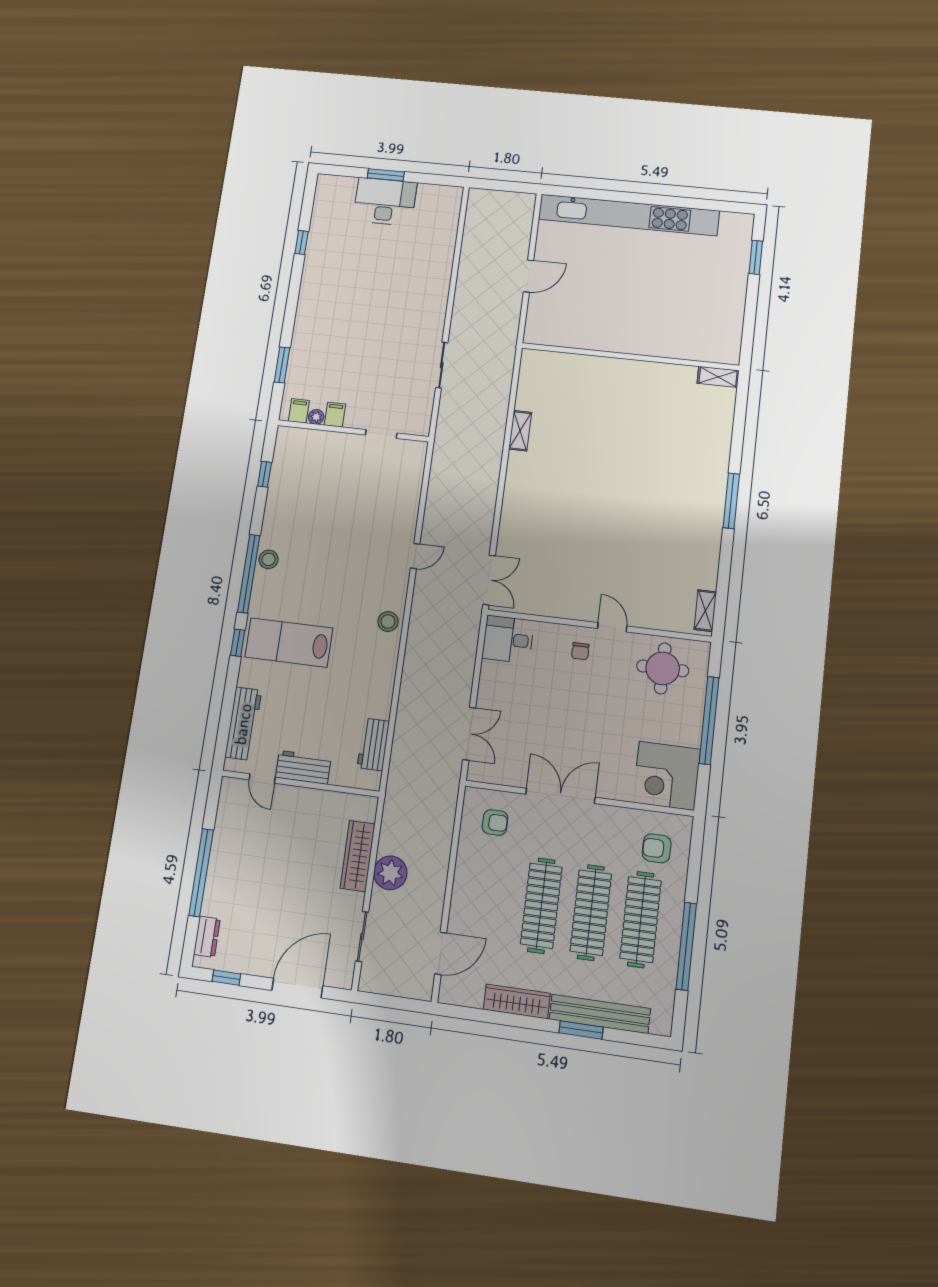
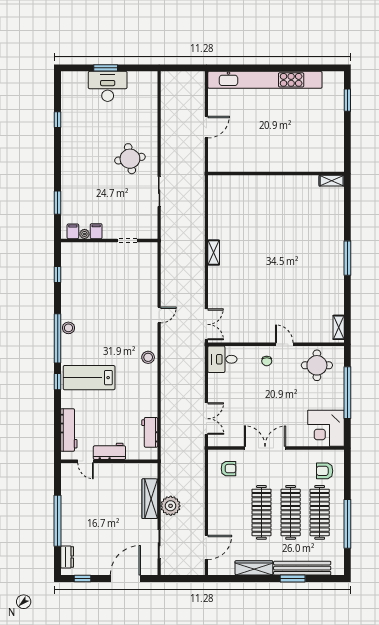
round table: (403, 311) -> (130, 159), added
shelving: (520, 431) -> (214, 253), moved

